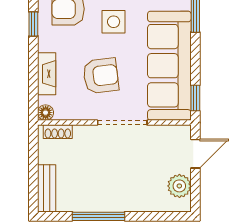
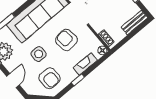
window: (33, 24) -> (78, 80), moved

